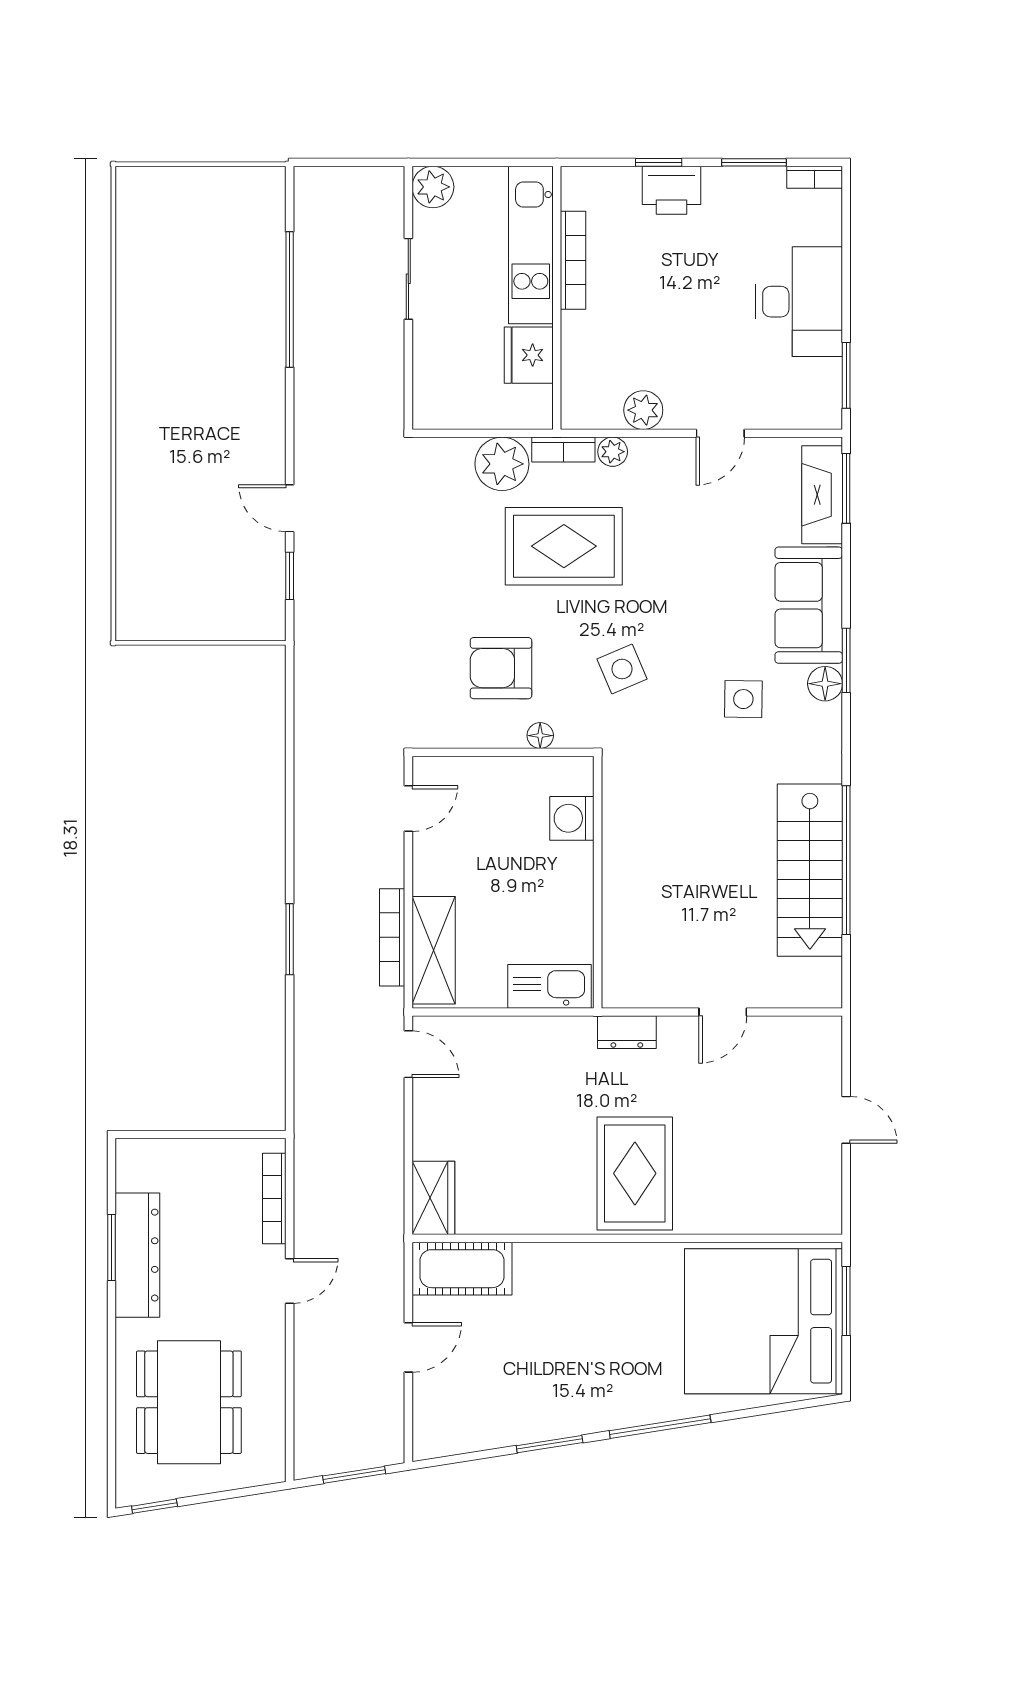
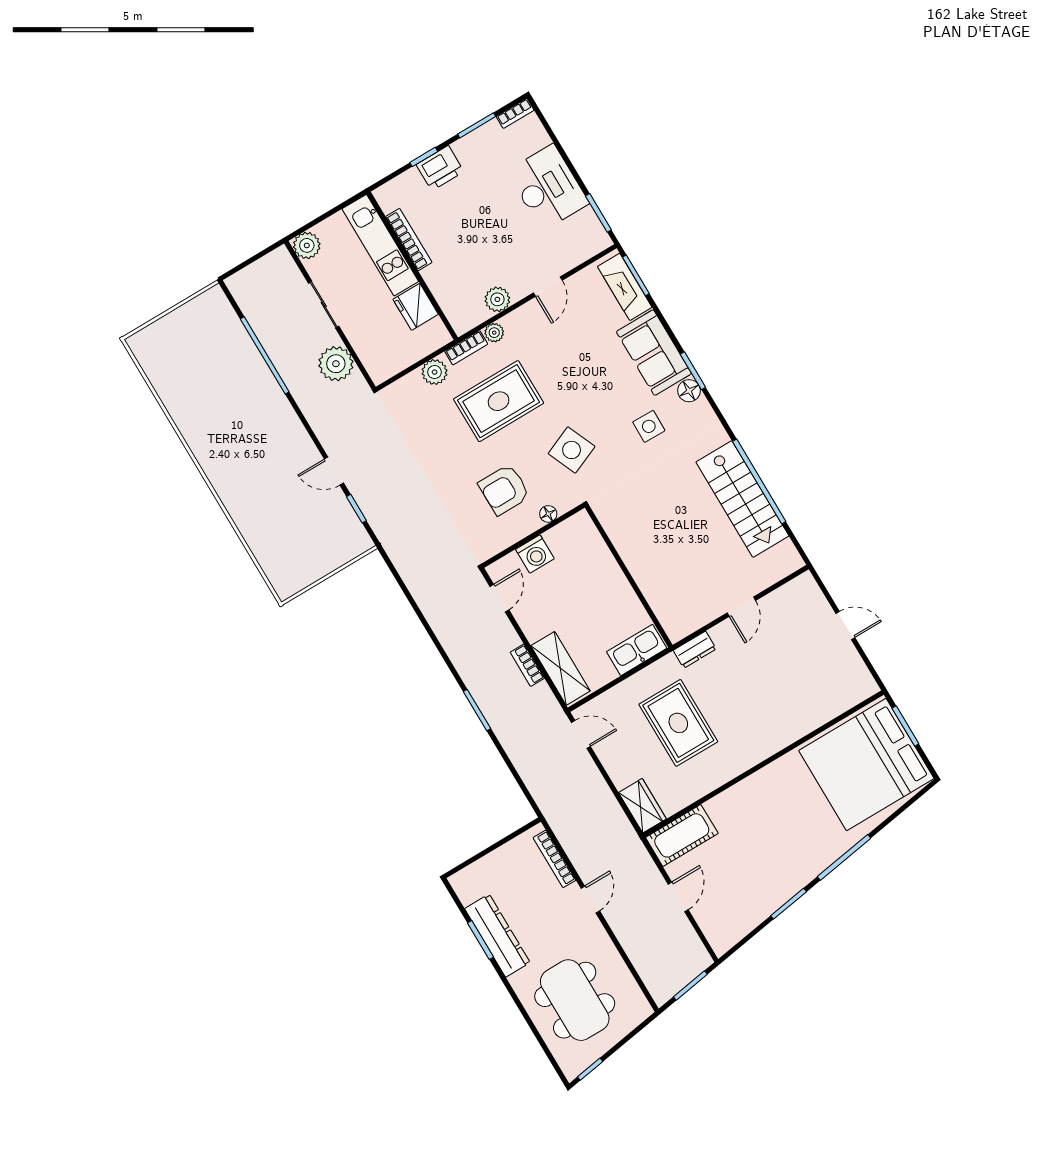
plant: (378, 367) -> (336, 364), added
plant: (502, 464) -> (435, 372), width x0.73, depth x0.73
side table: (622, 669) -> (572, 450), width x1.37, depth x1.37
washing machine: (572, 818) -> (535, 554), moved, turned -90
bookcase: (392, 937) -> (527, 665), width x0.64
rug: (635, 1173) -> (678, 723), moved

